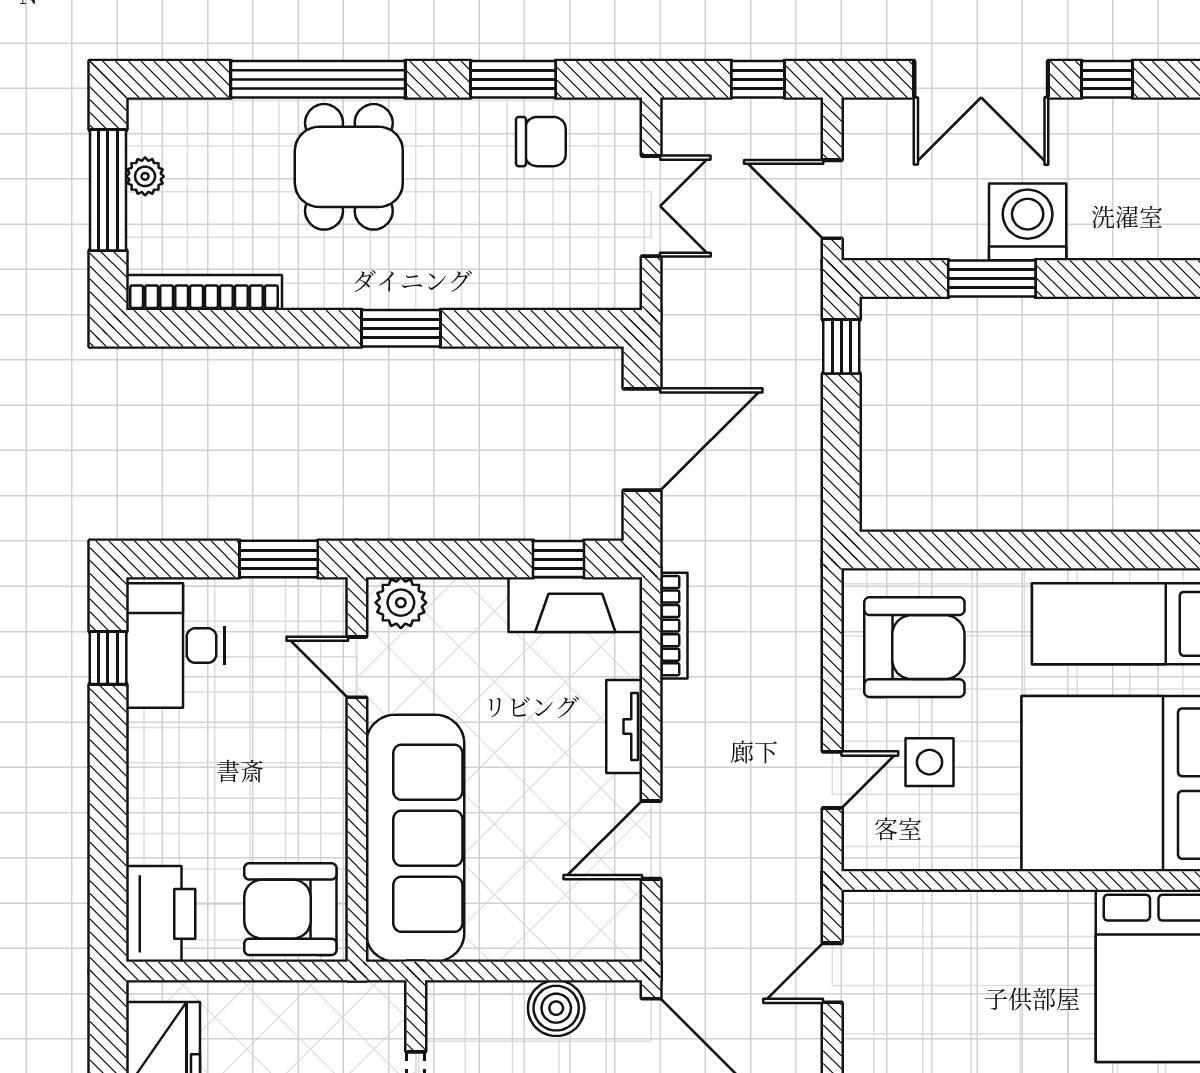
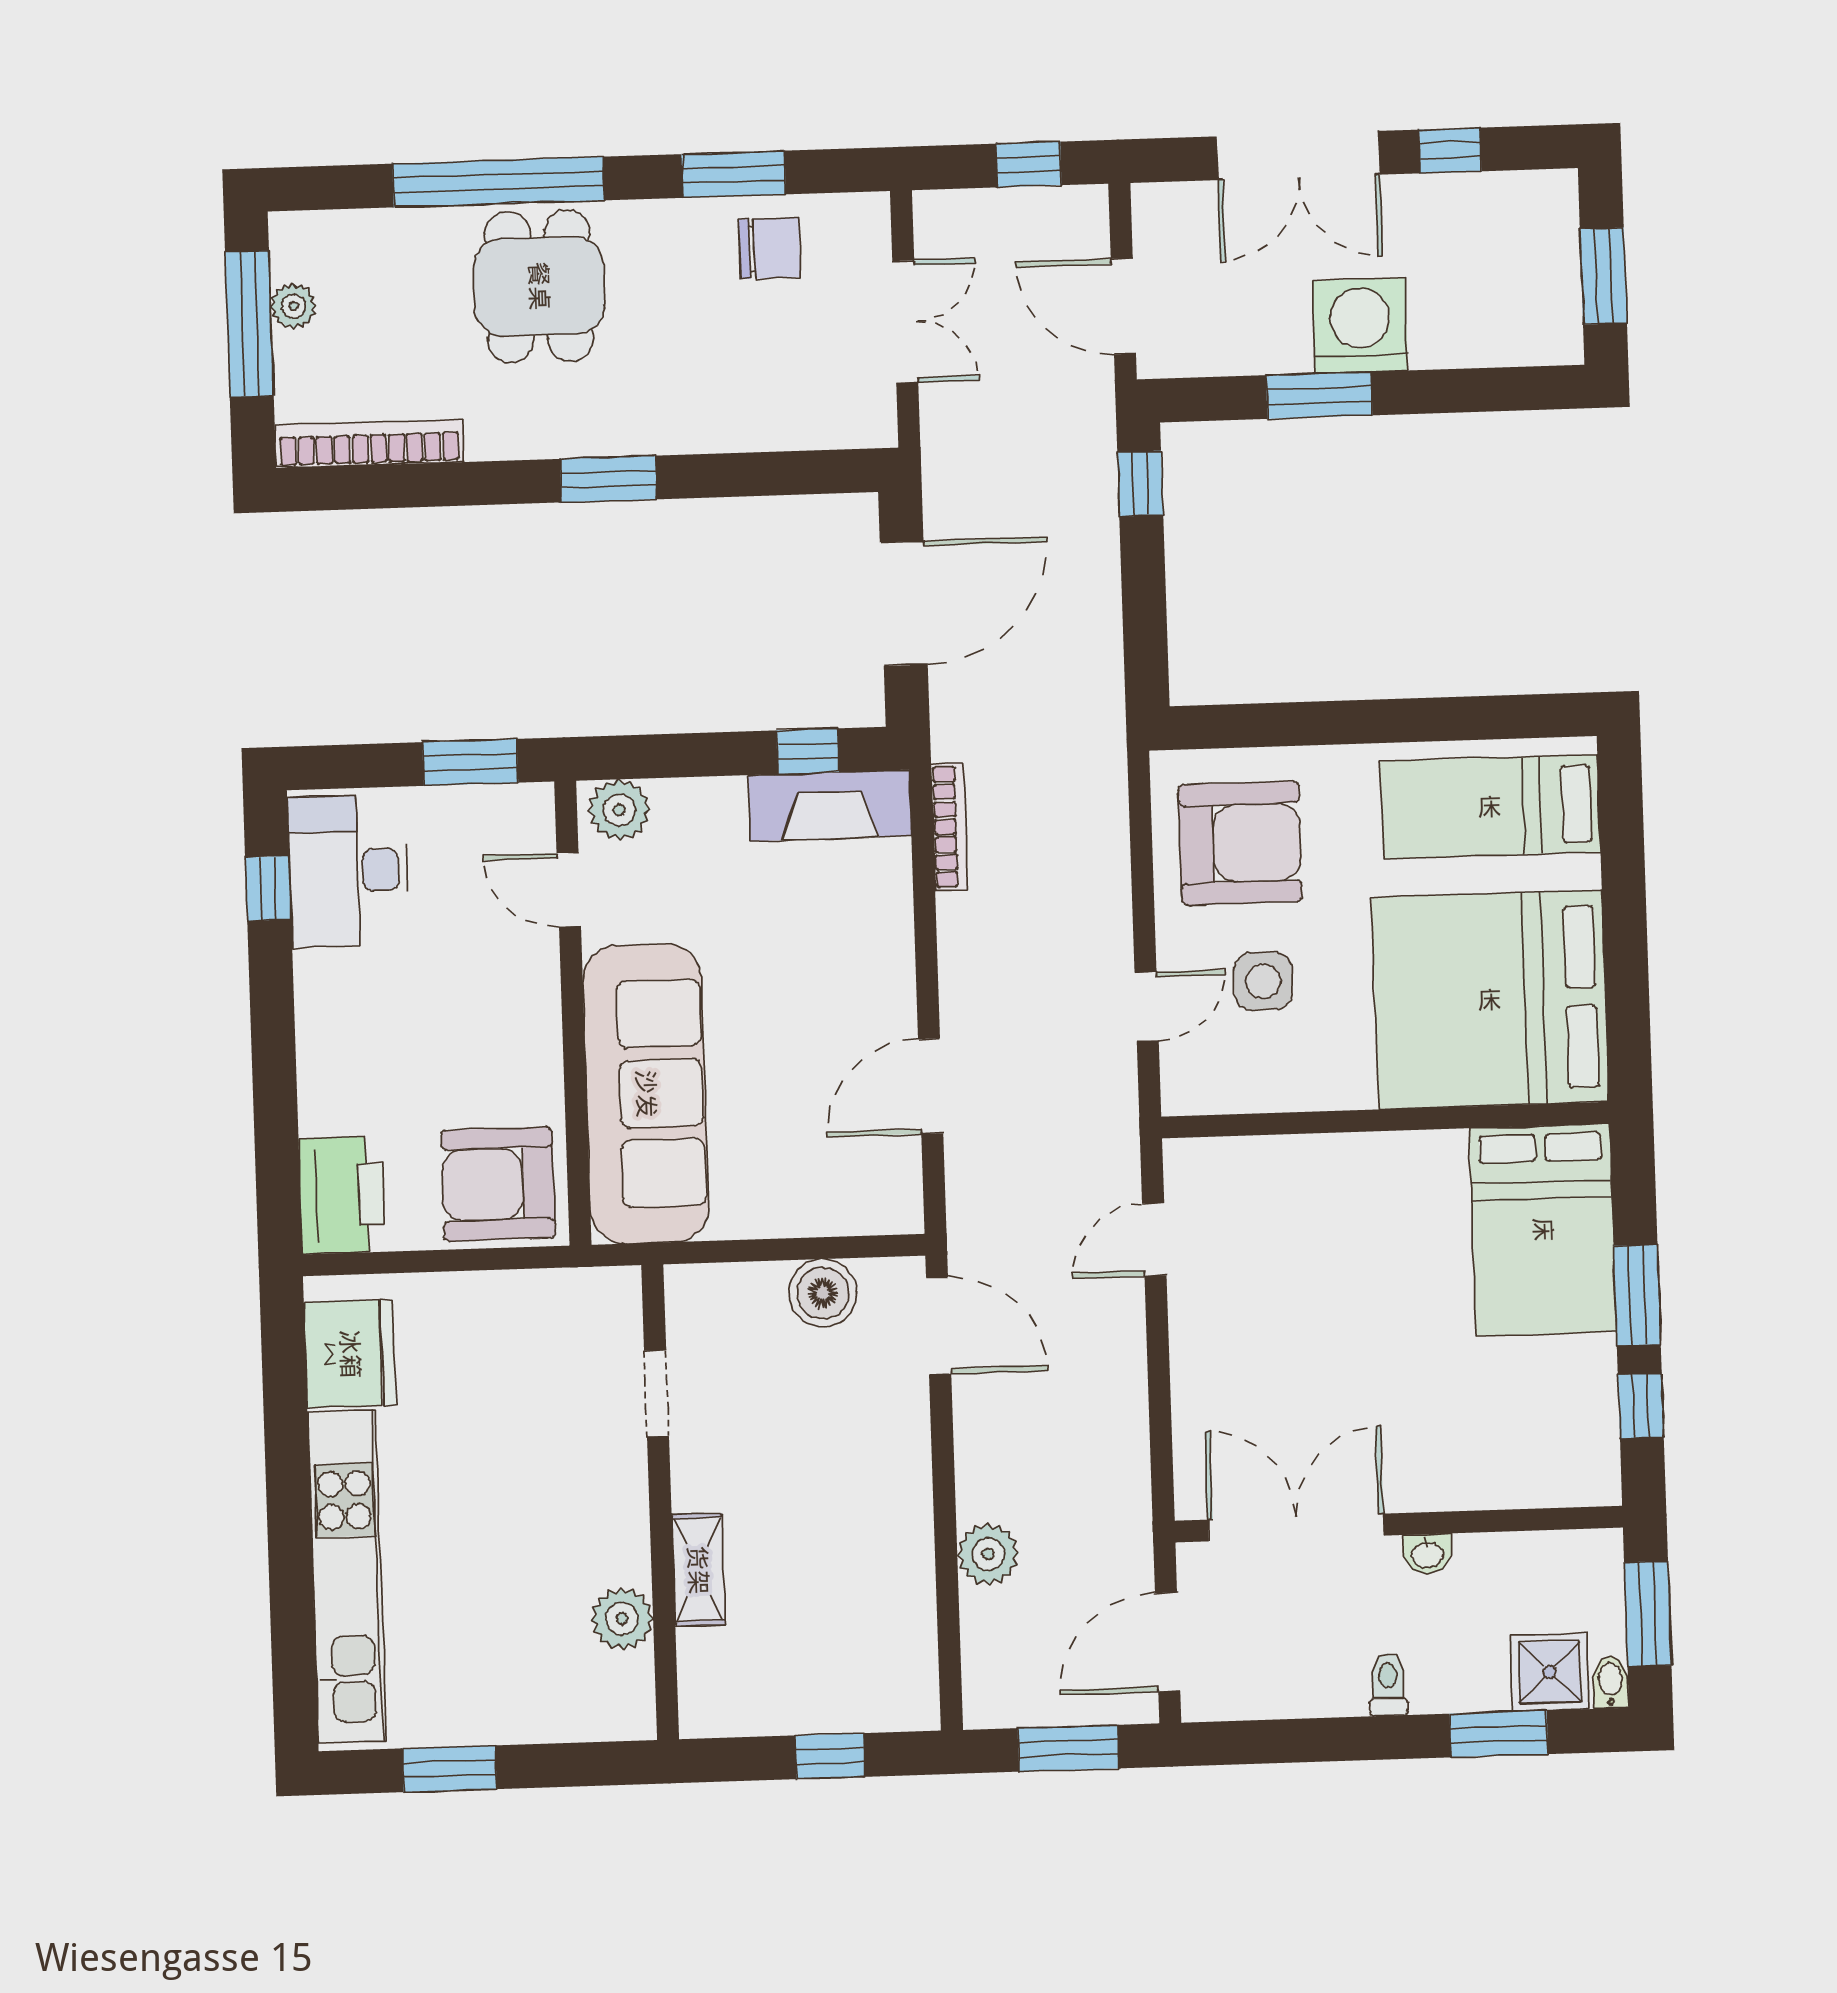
tv unit: (624, 726) -> (894, 950), removed

